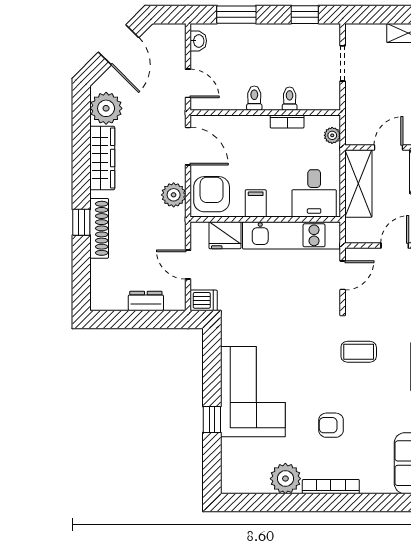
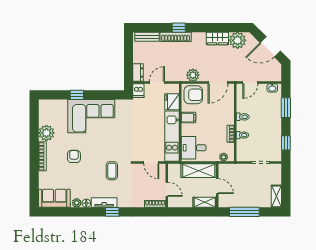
wardrobe: (102, 158) -> (217, 38), width x0.67
bench: (99, 284) -> (147, 37), added
dresser: (146, 301) -> (138, 73), moved

